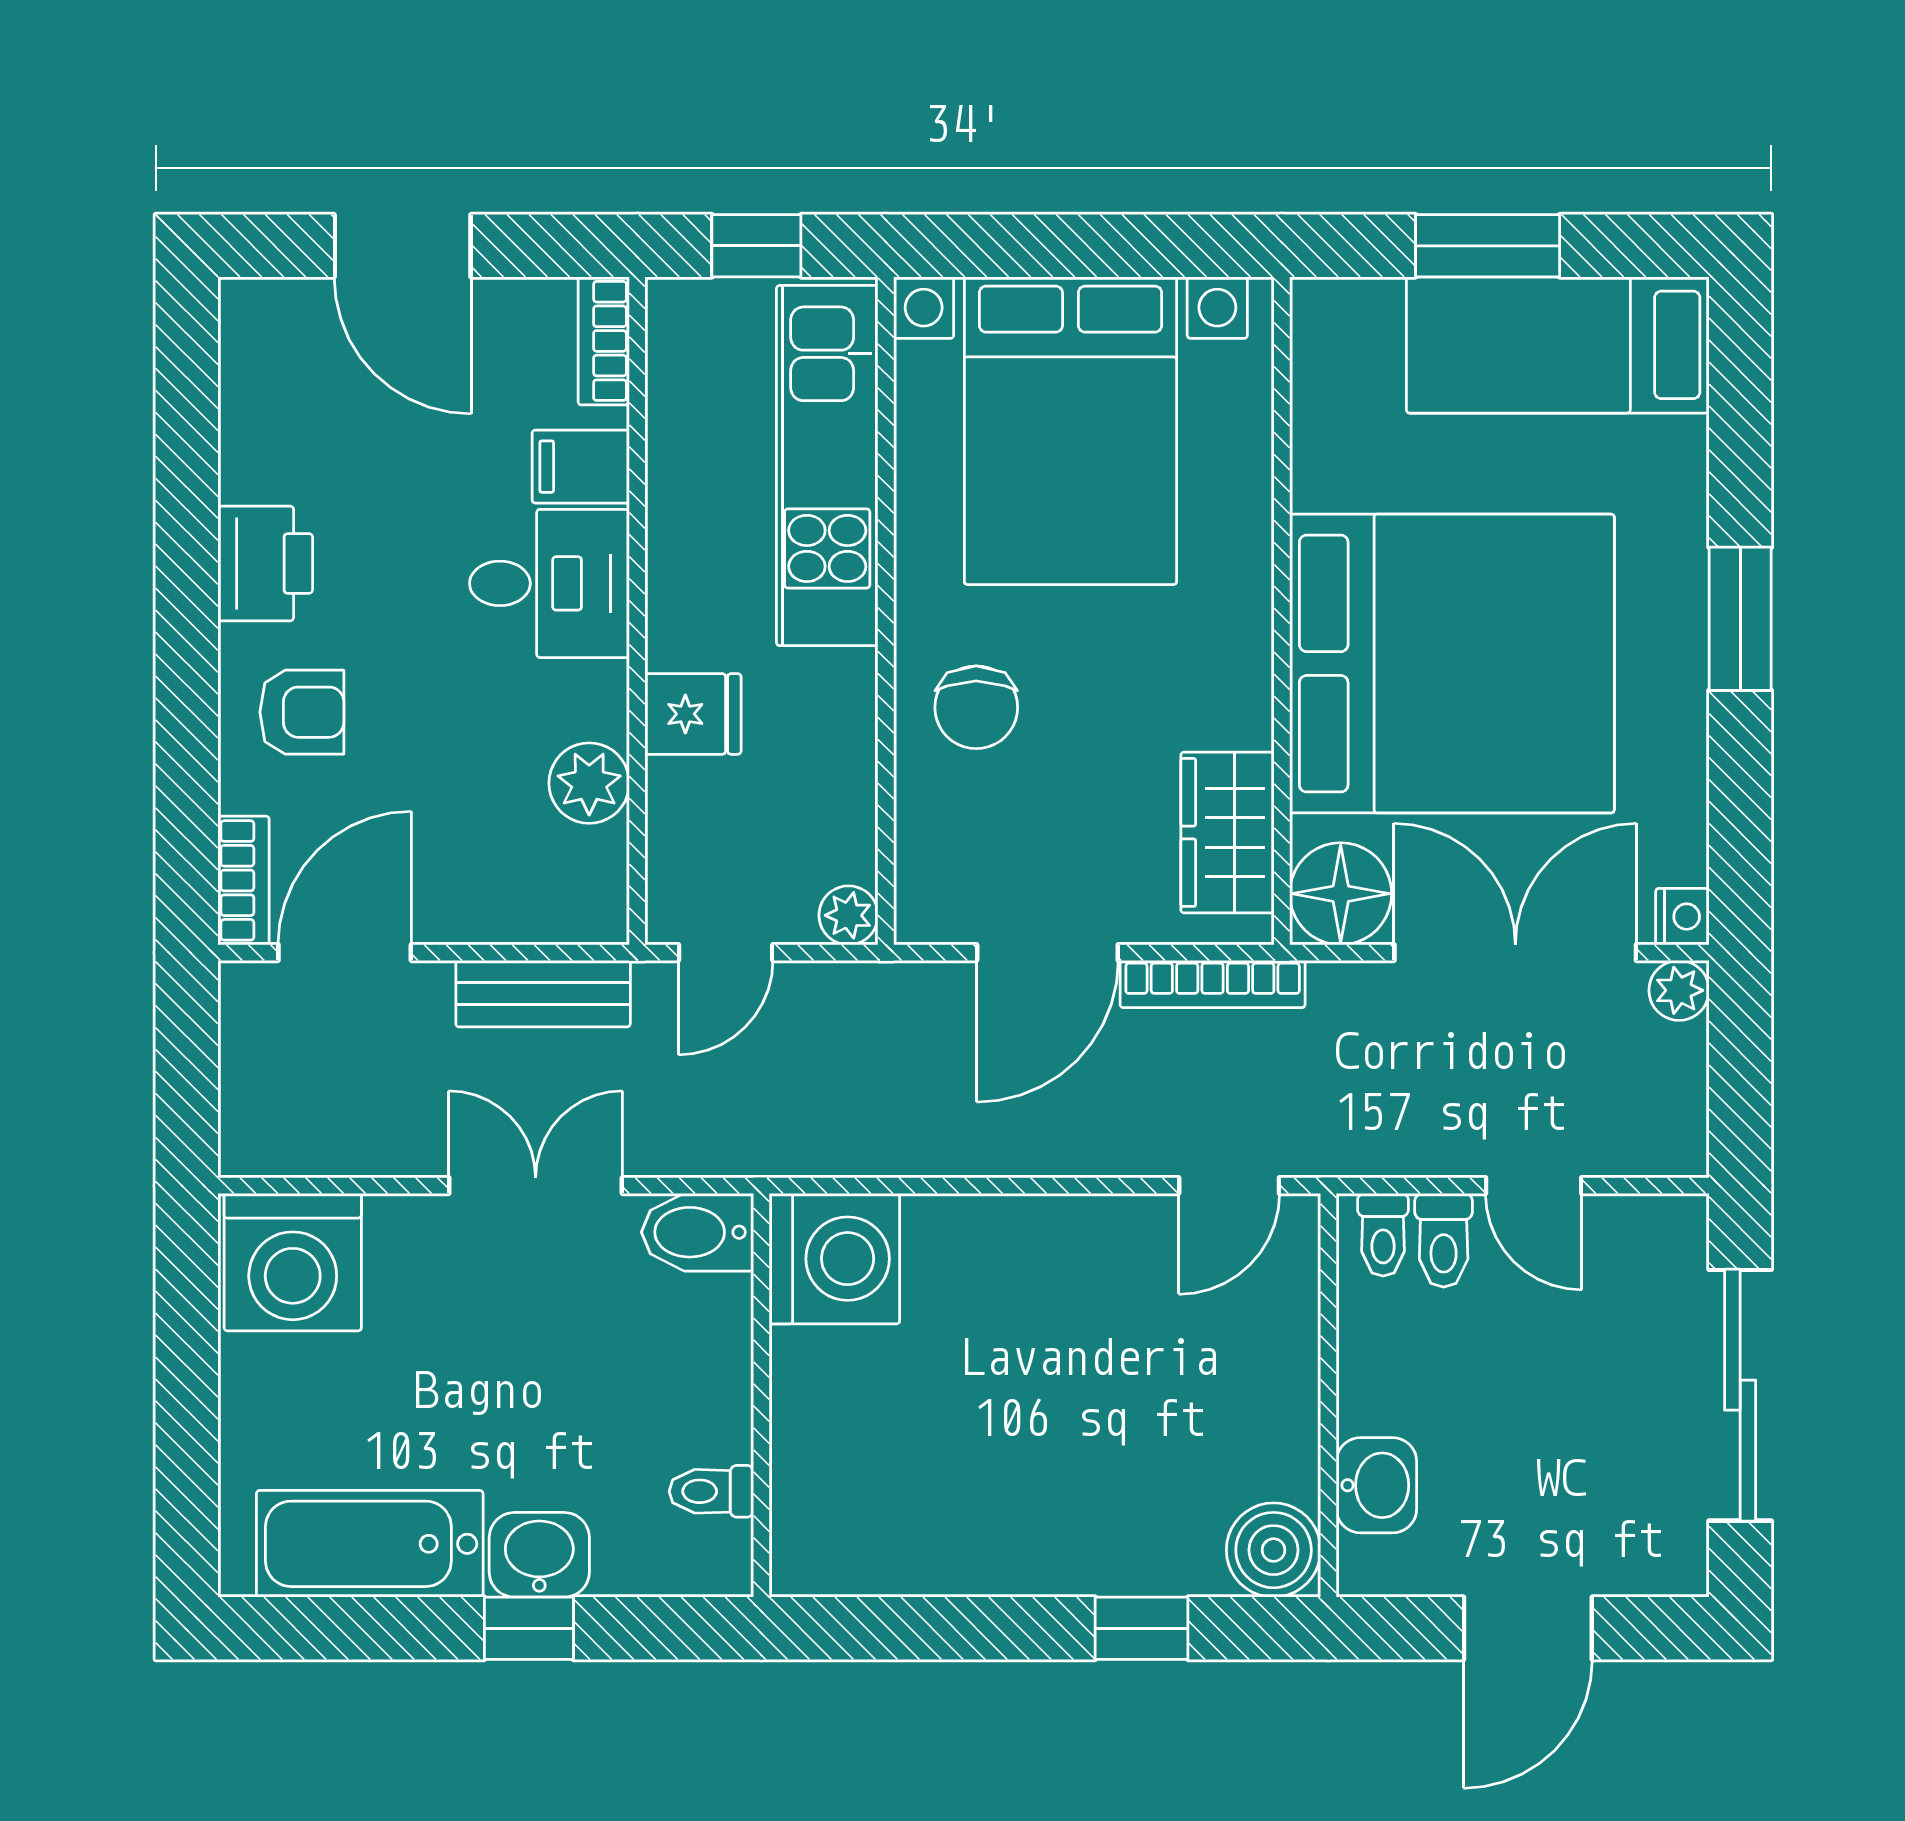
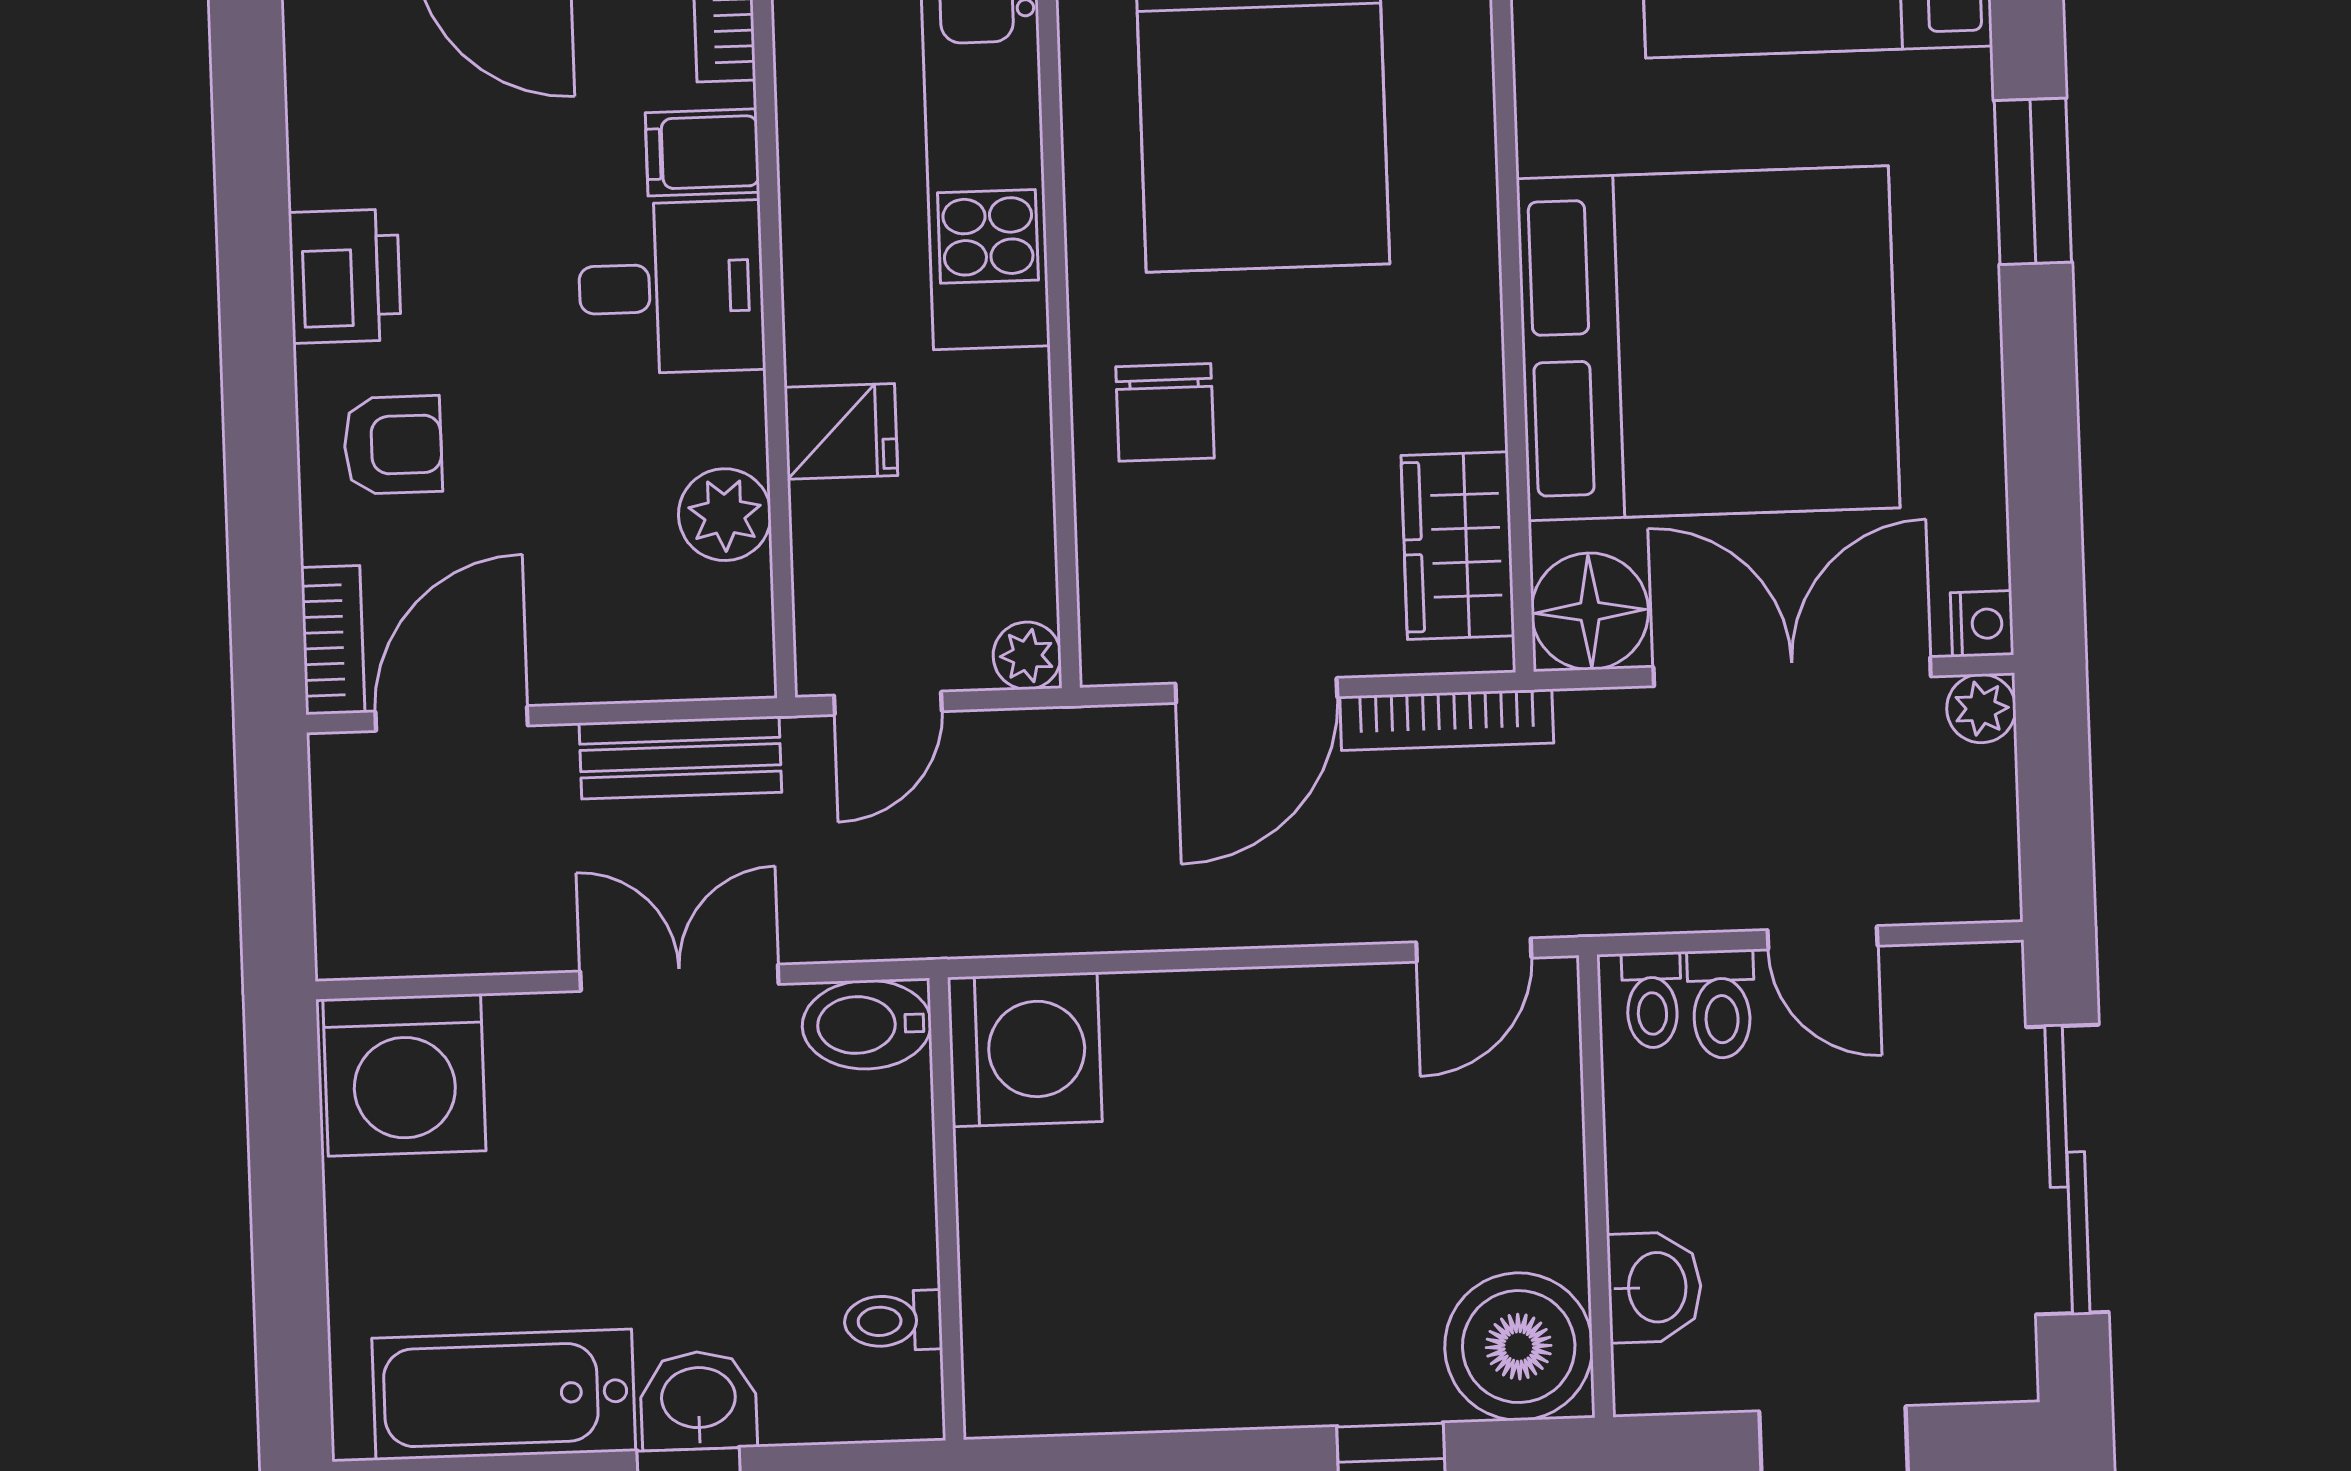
window: (1740, 619) -> (2033, 181), moved
boiler: (1274, 1550) -> (1519, 1347), width x1.37, depth x1.37

